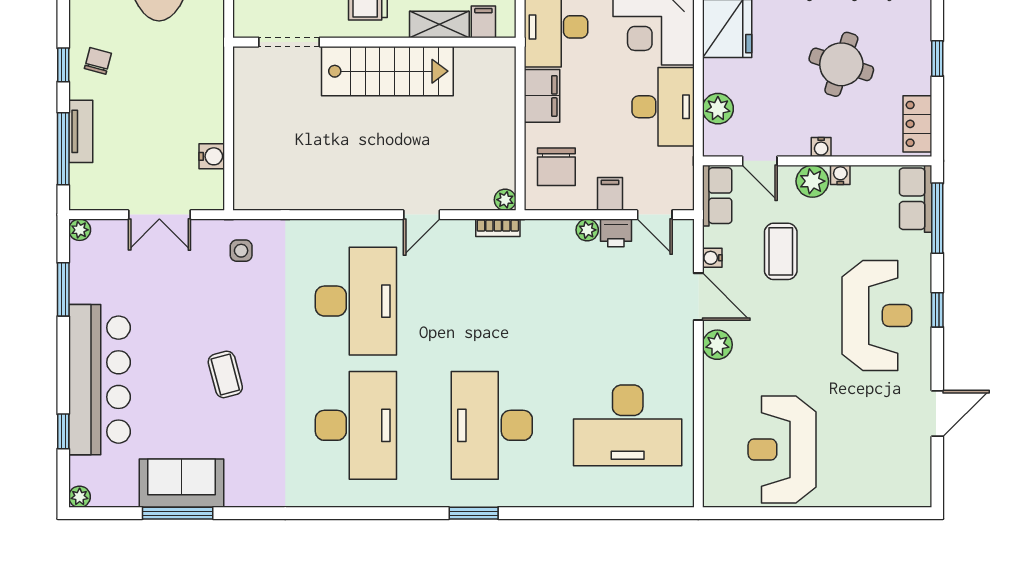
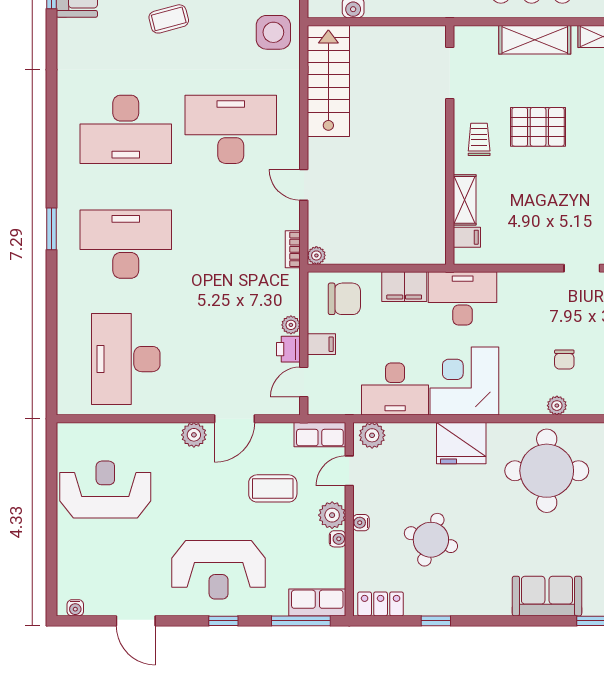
stairs: (387, 71) -> (328, 81), moved, turned 180
plant: (718, 109) -> (372, 435), moved
chair: (556, 167) -> (344, 299), turned 180
side table: (241, 251) -> (273, 32), width x1.87, depth x1.87
water cooler: (712, 258) -> (75, 608), moved, turned 180
desk: (356, 301) -> (231, 129), turned 180

